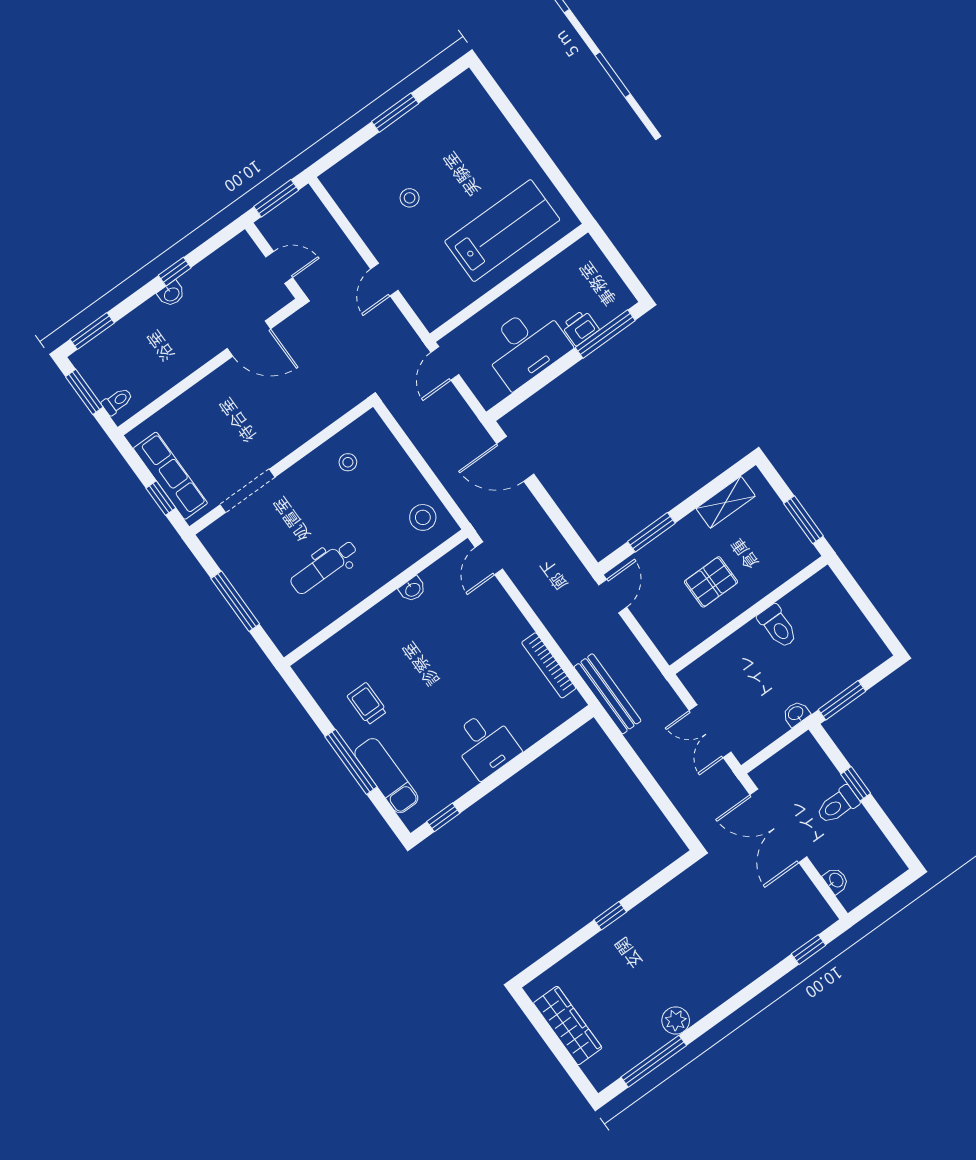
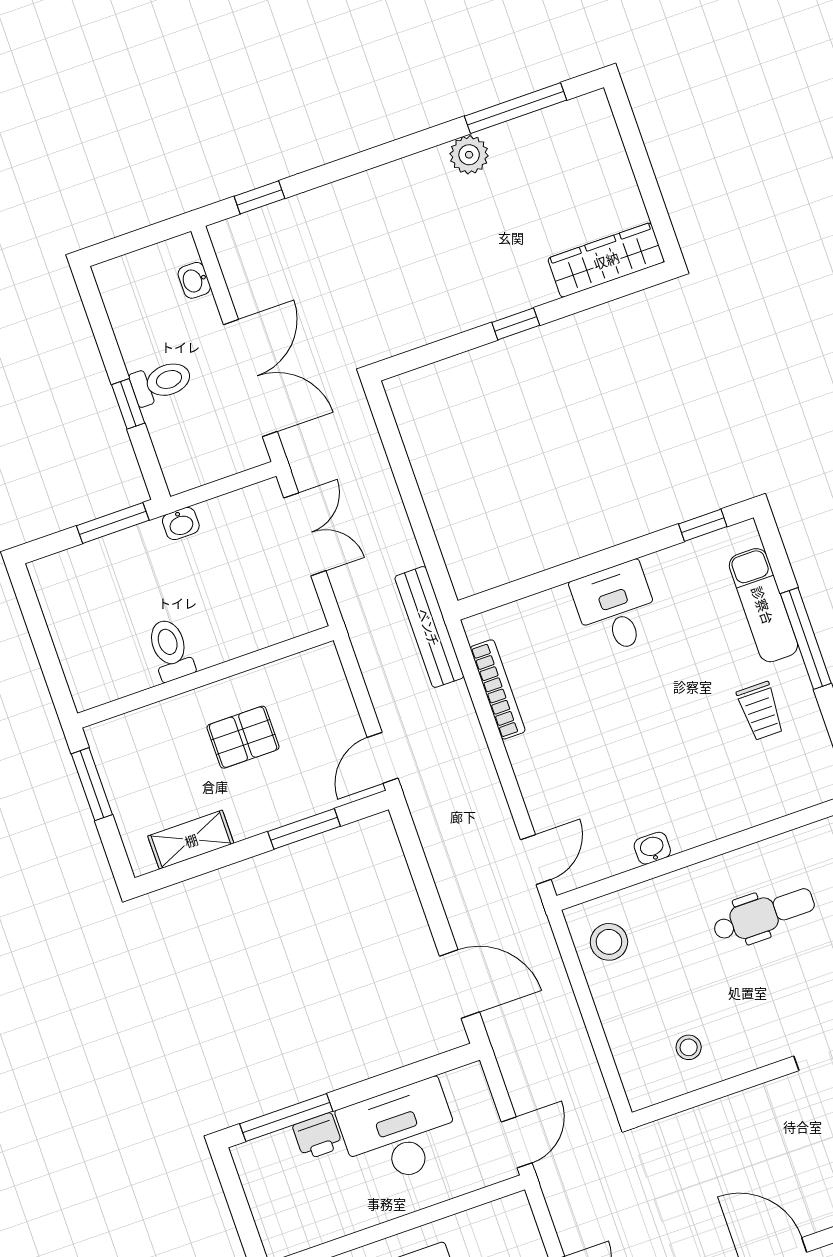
wardrobe: (568, 1025) -> (606, 260), moved, turned 90

